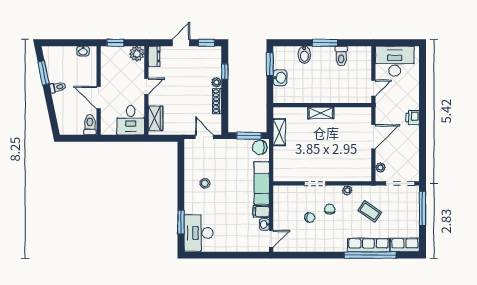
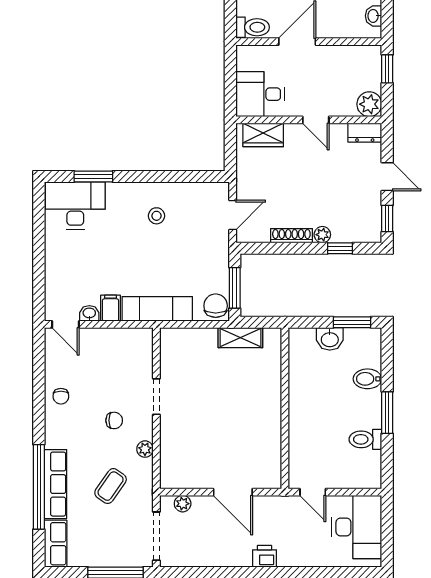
shelving: (321, 113) -> (272, 406), removed
chair: (310, 218) -> (61, 396), moved

